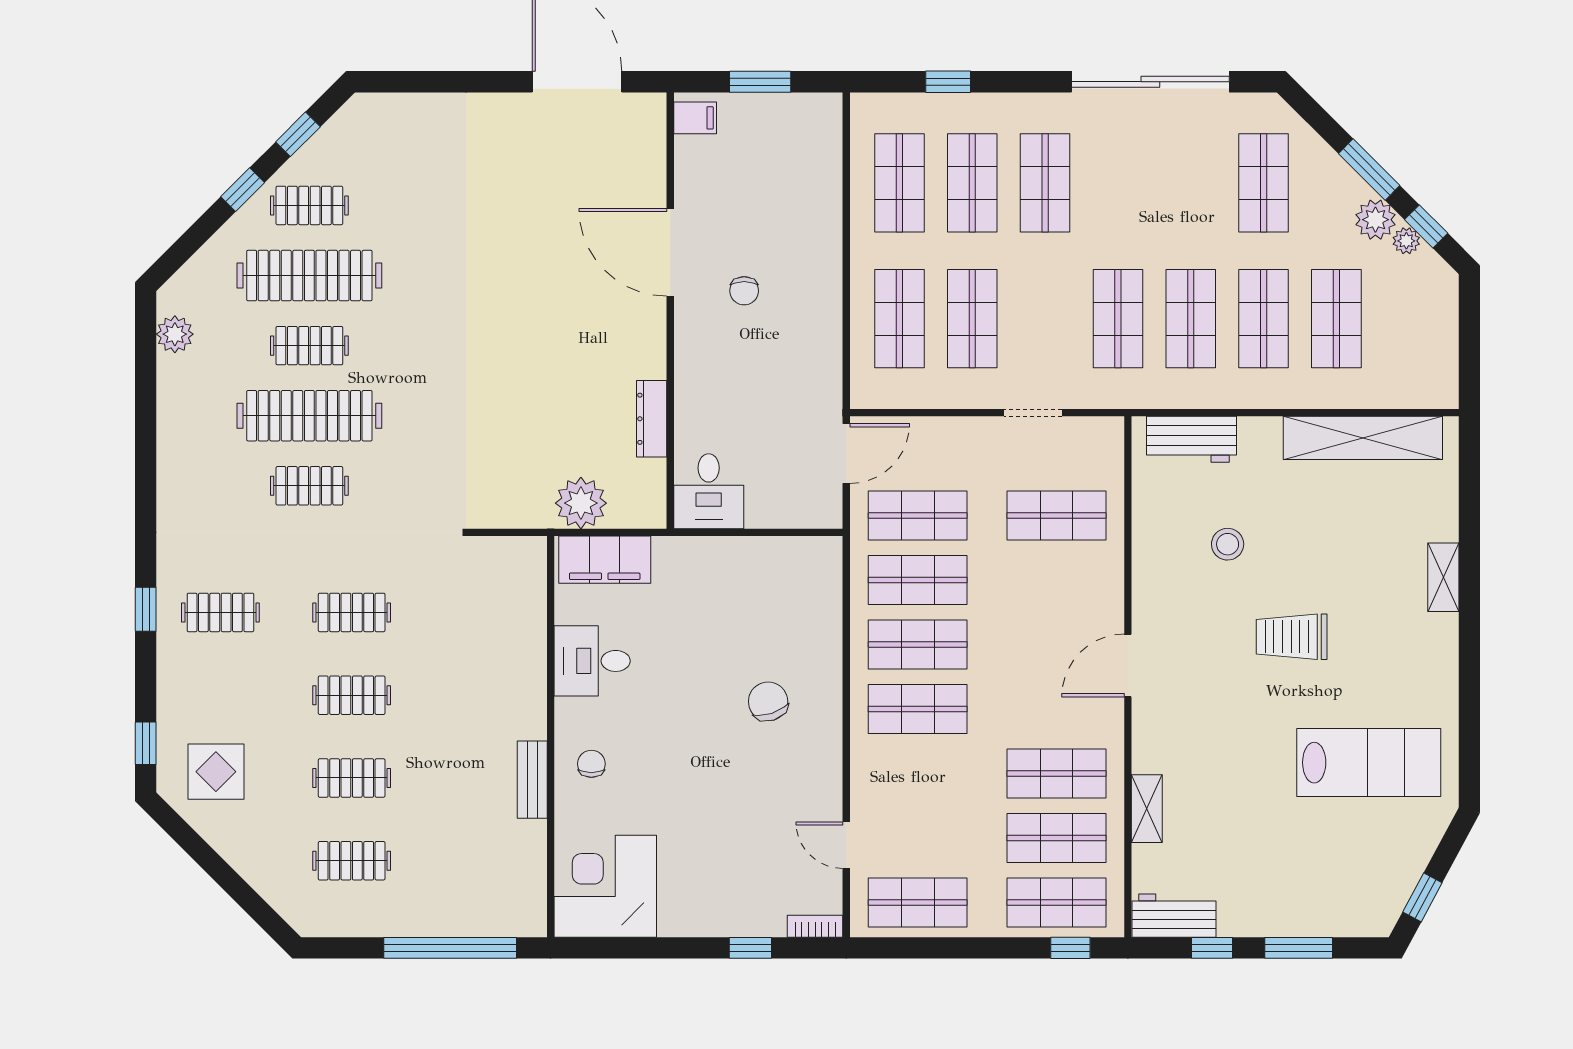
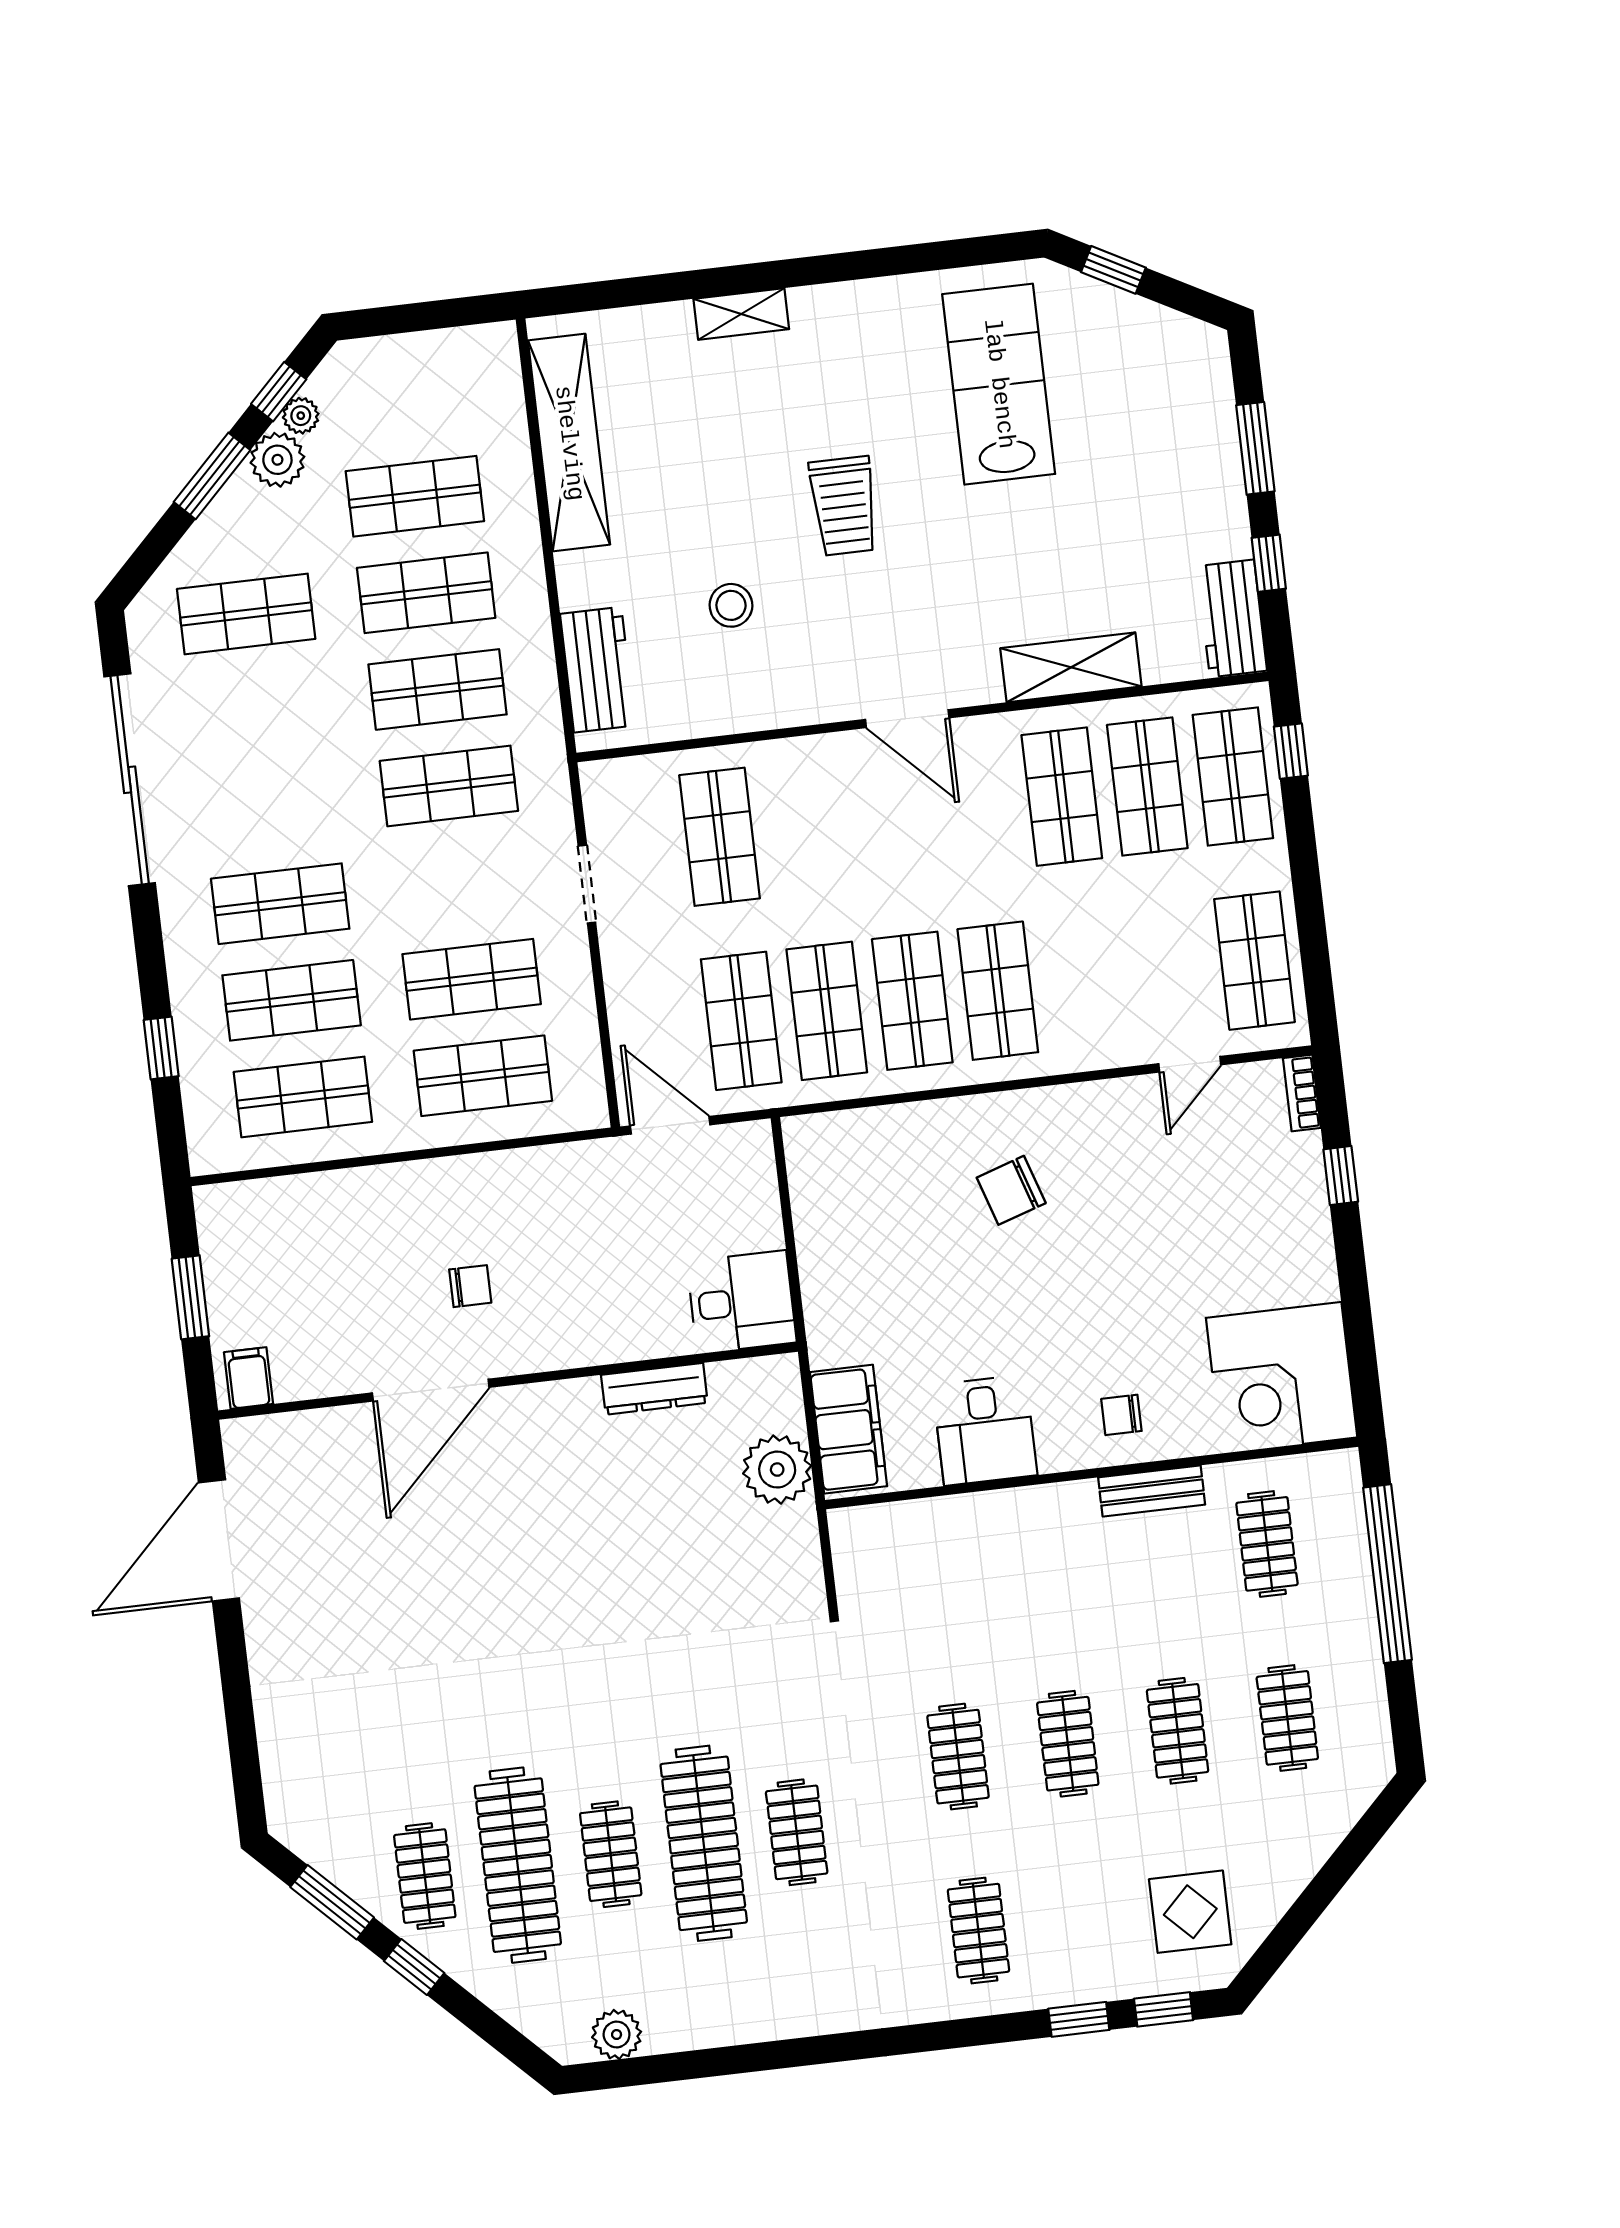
window: (298, 134) -> (332, 1902), width x1.50
window: (146, 609) -> (1079, 2019), moved
shelving: (1147, 809) -> (1071, 667), width x1.50, depth x1.33
clothes rail: (483, 861) -> (1267, 1544), added
window: (1422, 897) -> (1113, 270), moved

